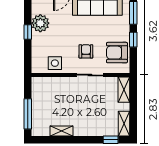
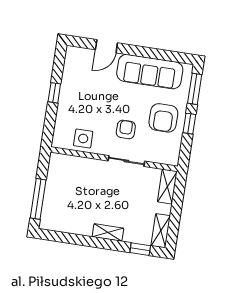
plant: (40, 23) -> (72, 84), removed
armchair: (117, 53) -> (163, 118), moved, turned -90
shelving: (61, 131) -> (108, 232), moved

